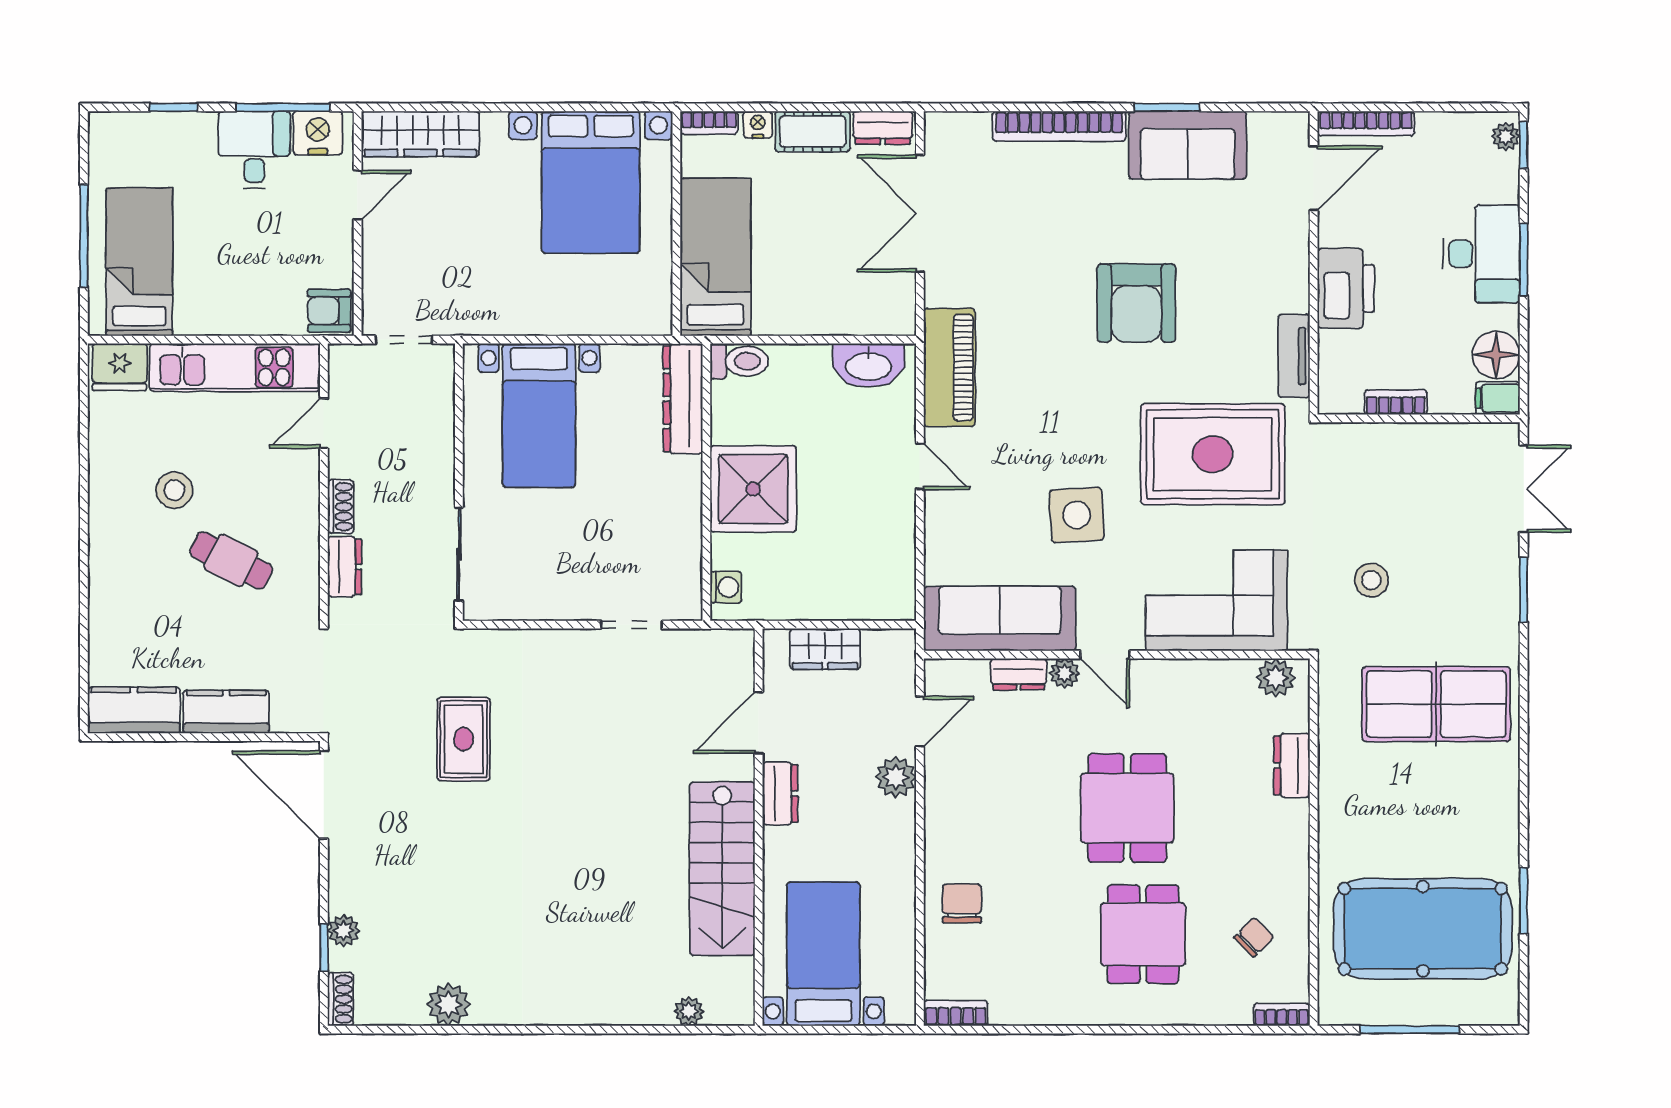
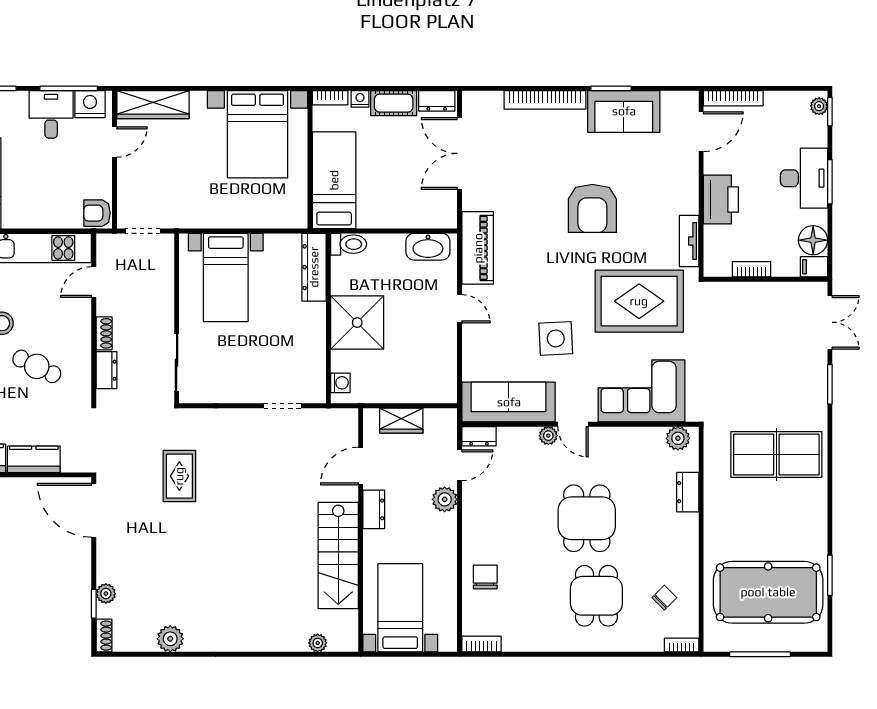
stool: (1371, 580) -> (737, 378), removed
dresser: (1019, 674) -> (479, 436), moved

